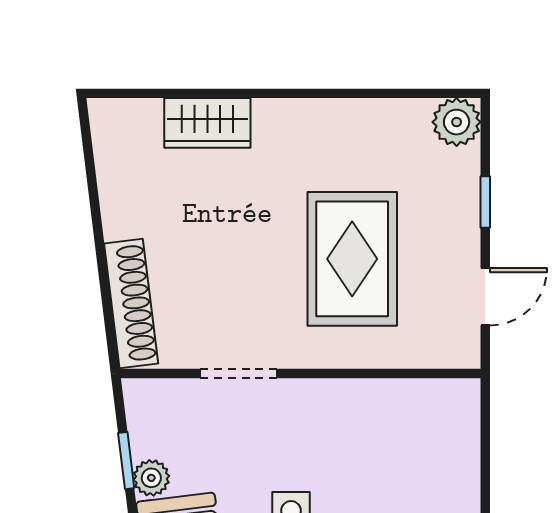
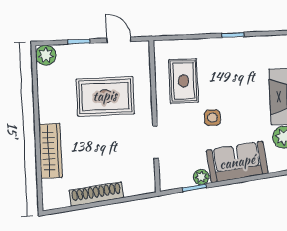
wardrobe: (207, 123) -> (50, 151), width x1.50
shoe rack: (131, 304) -> (96, 194), moved
rug: (381, 446) -> (184, 81), added

